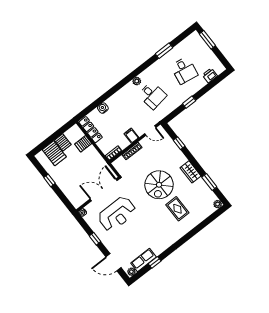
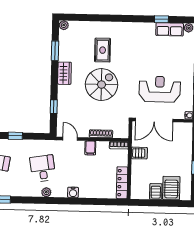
water cooler: (103, 108) -> (73, 192), moved
server rack: (83, 144) -> (139, 153), moved

